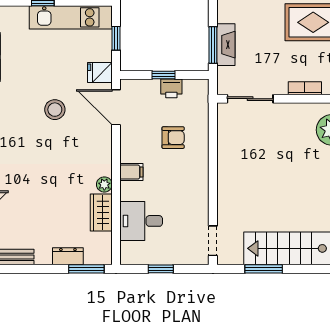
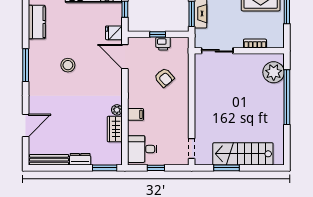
stool: (55, 110) -> (68, 65), moved
armchair: (173, 138) -> (164, 78), turned 49
filing cabinet: (131, 172) -> (136, 114), moved
desk: (141, 221) -> (142, 149), moved
dresser: (68, 256) -> (80, 159), moved

